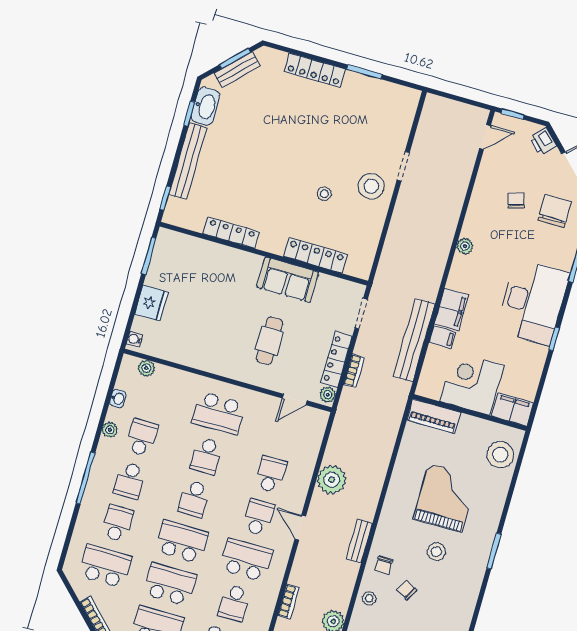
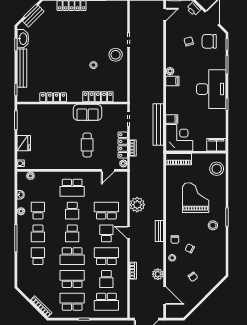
chair: (554, 211) -> (209, 41), turned -90
filing cabinet: (452, 309) -> (172, 81), moved, width x0.50
corner desk: (472, 383) -> (179, 138), moved, turned 90
school desk: (271, 474) -> (106, 211), width x1.85
school desk: (182, 542) -> (72, 256), turned 180
stool: (436, 552) -> (213, 225), moved
school desk: (105, 566) -> (38, 279), removed

